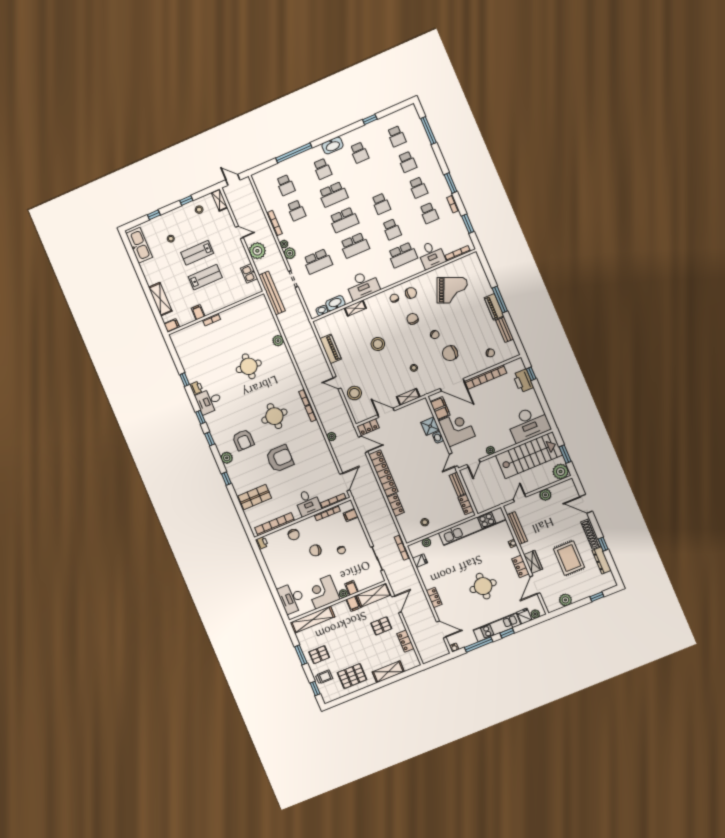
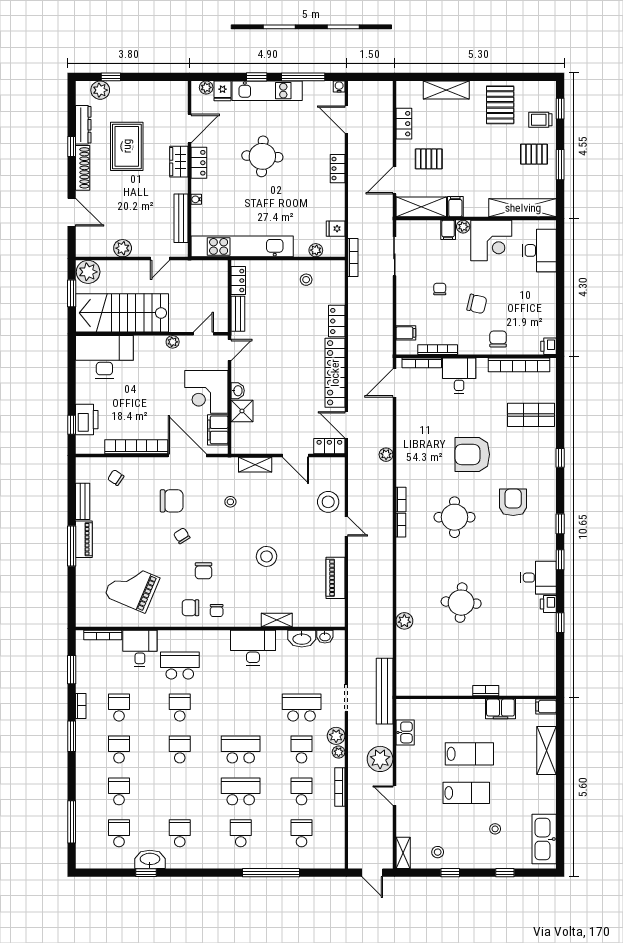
washbasin: (333, 145) -> (150, 859), moved
school desk: (355, 245) -> (302, 749), moved, width x0.54
lab bench: (205, 277) -> (469, 754), turned 180
filing cabinet: (198, 312) -> (500, 709), width x2.00
plant: (227, 458) -> (547, 487), removed
plant: (565, 600) -> (100, 90), moved
pallet: (352, 676) -> (500, 105), turned 90

